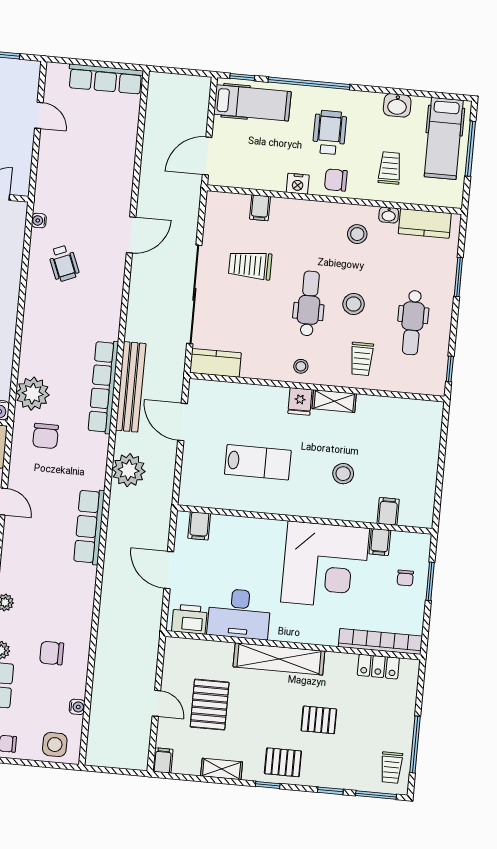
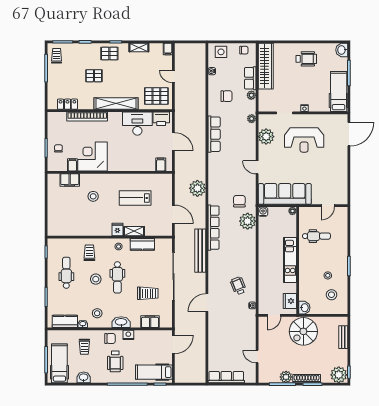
filing cabinet: (260, 208) -> (150, 322), width x2.00
washbasin: (310, 211) -> (121, 322), added
kitchen counter: (215, 363) -> (142, 244), moved
bench: (131, 387) -> (200, 251), moved
shelving: (334, 401) -> (134, 231), moved
filing cabinet: (388, 511) -> (70, 180), width x2.00
row of seats: (89, 527) -> (214, 134), moved
corner desk: (325, 565) -> (93, 156), width x0.74, depth x0.74
bookcase: (380, 641) -> (87, 117), moved
pallet: (210, 705) -> (156, 96), moved, turned 90

